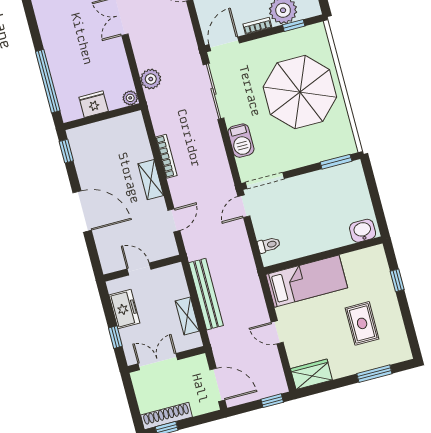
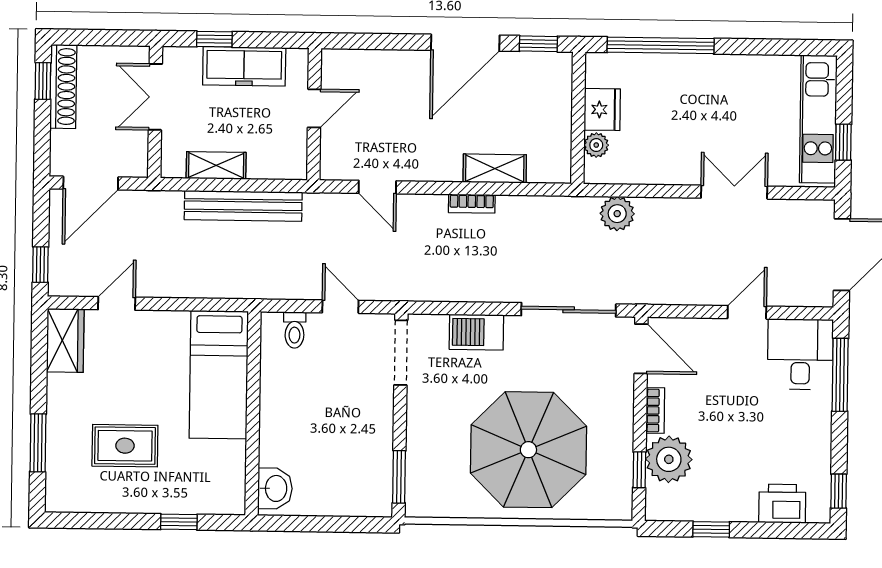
plant: (130, 98) -> (596, 145), moved
bookcase: (166, 156) -> (472, 204), width x0.64
shelving: (151, 180) -> (495, 169), moved
door: (244, 206) -> (340, 307), moved
door: (82, 212) -> (465, 43), moved
freezer: (124, 309) -> (244, 66), width x1.40
door: (277, 332) -> (117, 303), moved
double door: (158, 362) -> (155, 97), swing flipped

